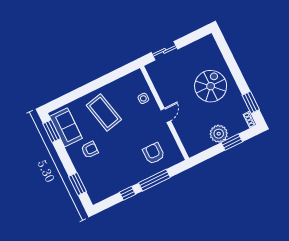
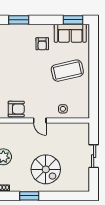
sliding door: (164, 51) -> (94, 156), moved
window: (251, 102) -> (29, 196), moved
armchair: (154, 153) -> (16, 109), moved

